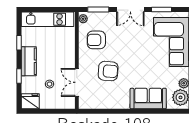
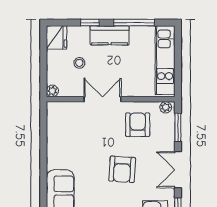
window: (19, 43) -> (134, 23), width x2.17
armchair: (108, 71) -> (122, 169), moved
double door: (77, 82) -> (102, 99), moved
plant: (71, 104) -> (52, 91), added

